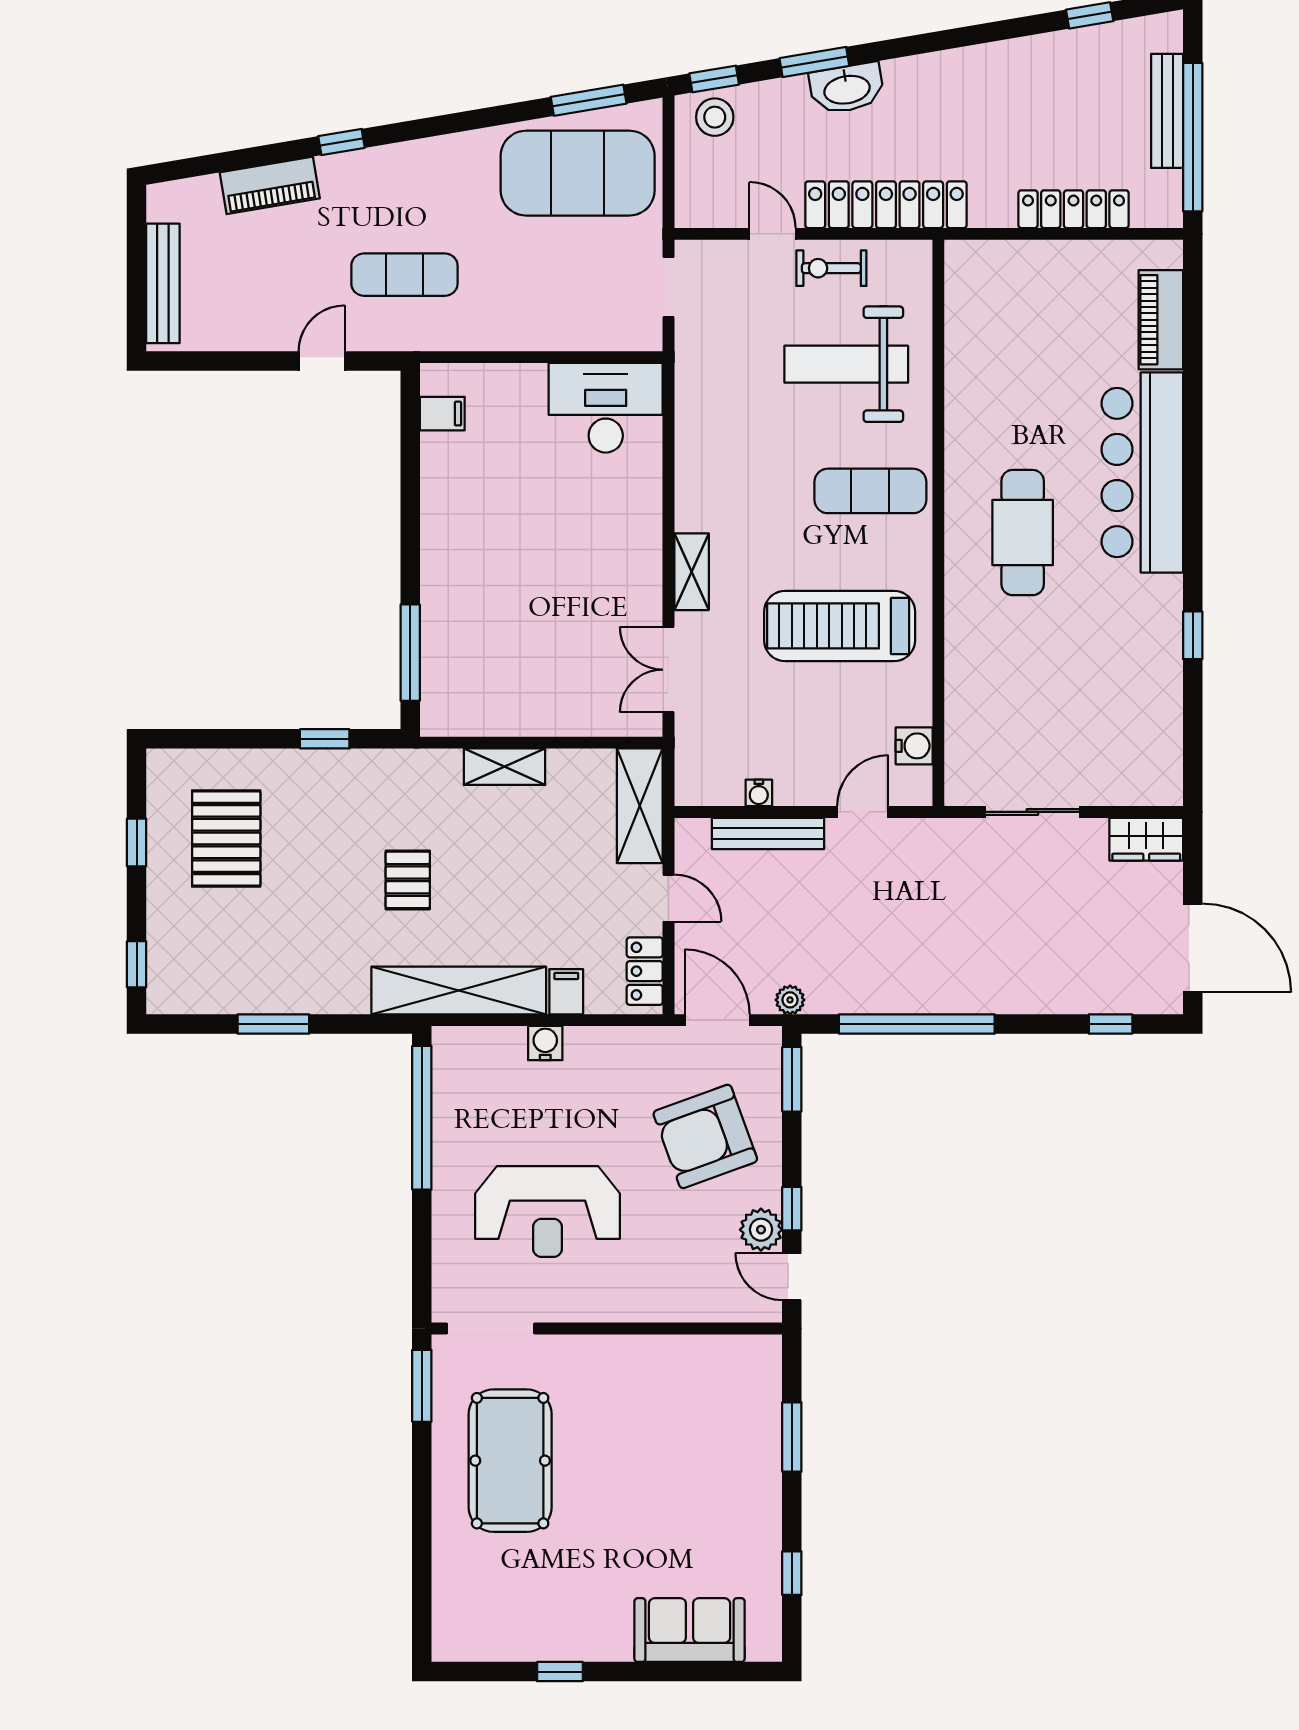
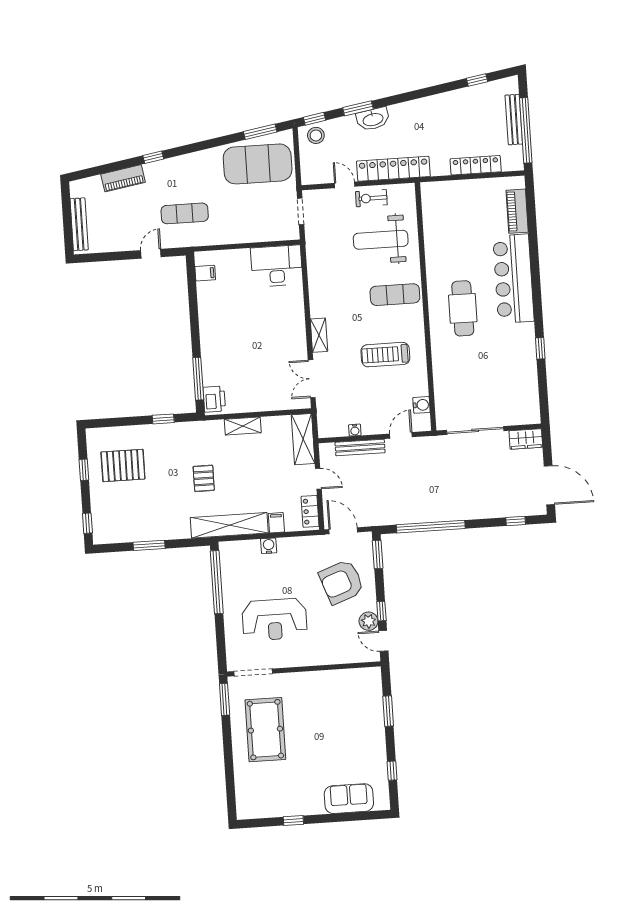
treadmill: (840, 626) -> (385, 355), width x0.73, depth x0.73
printer: (444, 701) -> (214, 399), added
sliding door: (1032, 812) -> (475, 430), width x1.37
pallet: (226, 838) -> (123, 465), turned 90
plant: (790, 1000) -> (375, 520), removed

